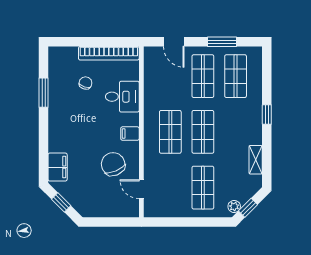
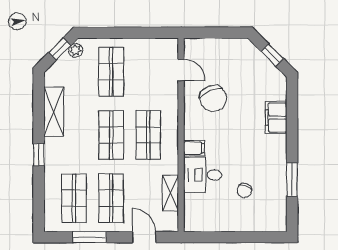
bookcase: (109, 53) -> (218, 224), removed
shelving: (151, 81) -> (170, 193), added
filing cabinet: (130, 134) -> (194, 148), moved
shelving: (256, 160) -> (54, 112), width x1.50, depth x1.33
filing cabinet: (58, 167) -> (276, 118), moved

